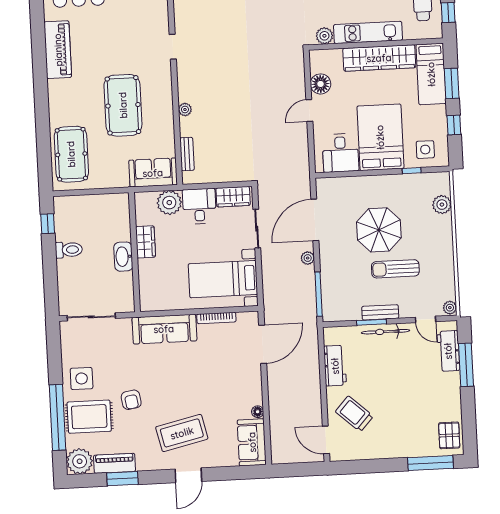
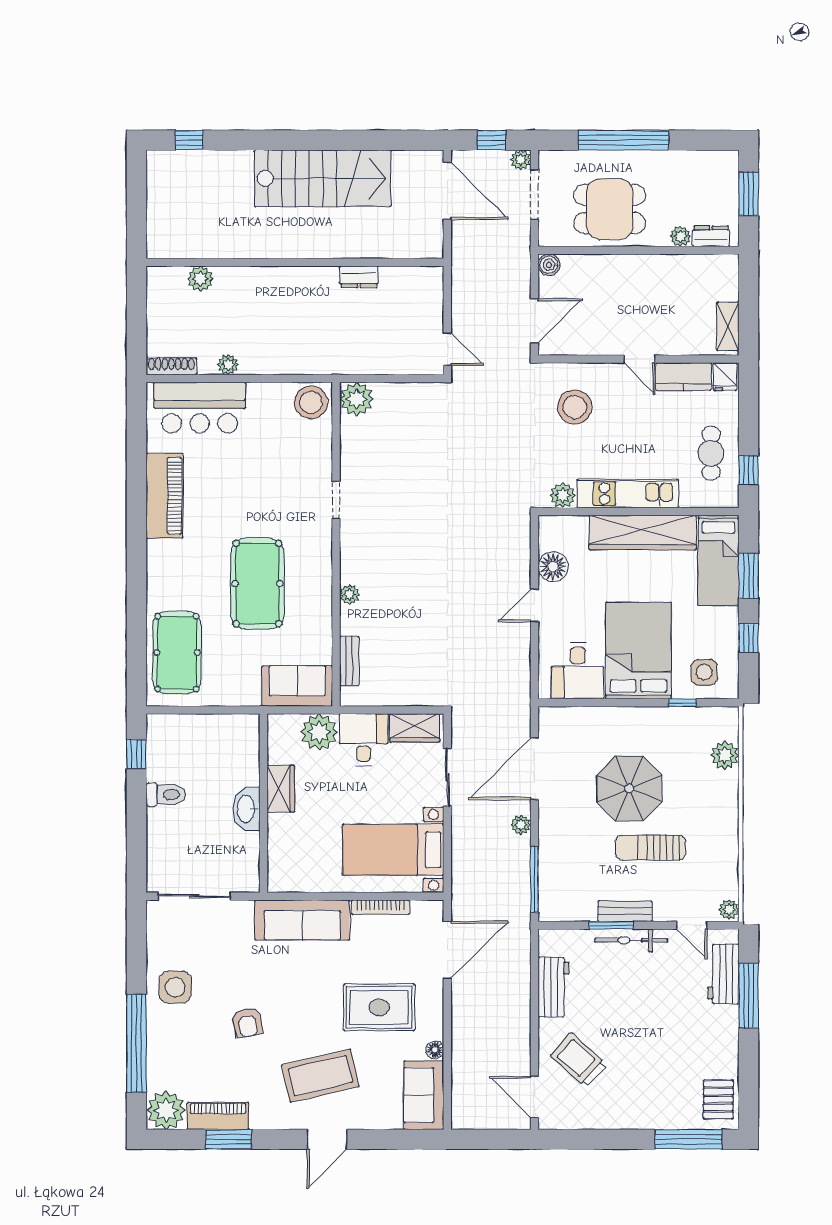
rug: (89, 417) -> (379, 1007), moved

